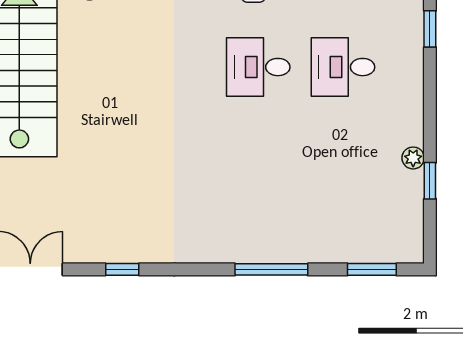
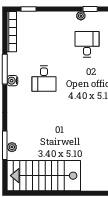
desk: (343, 67) -> (87, 44), moved, turned 180

